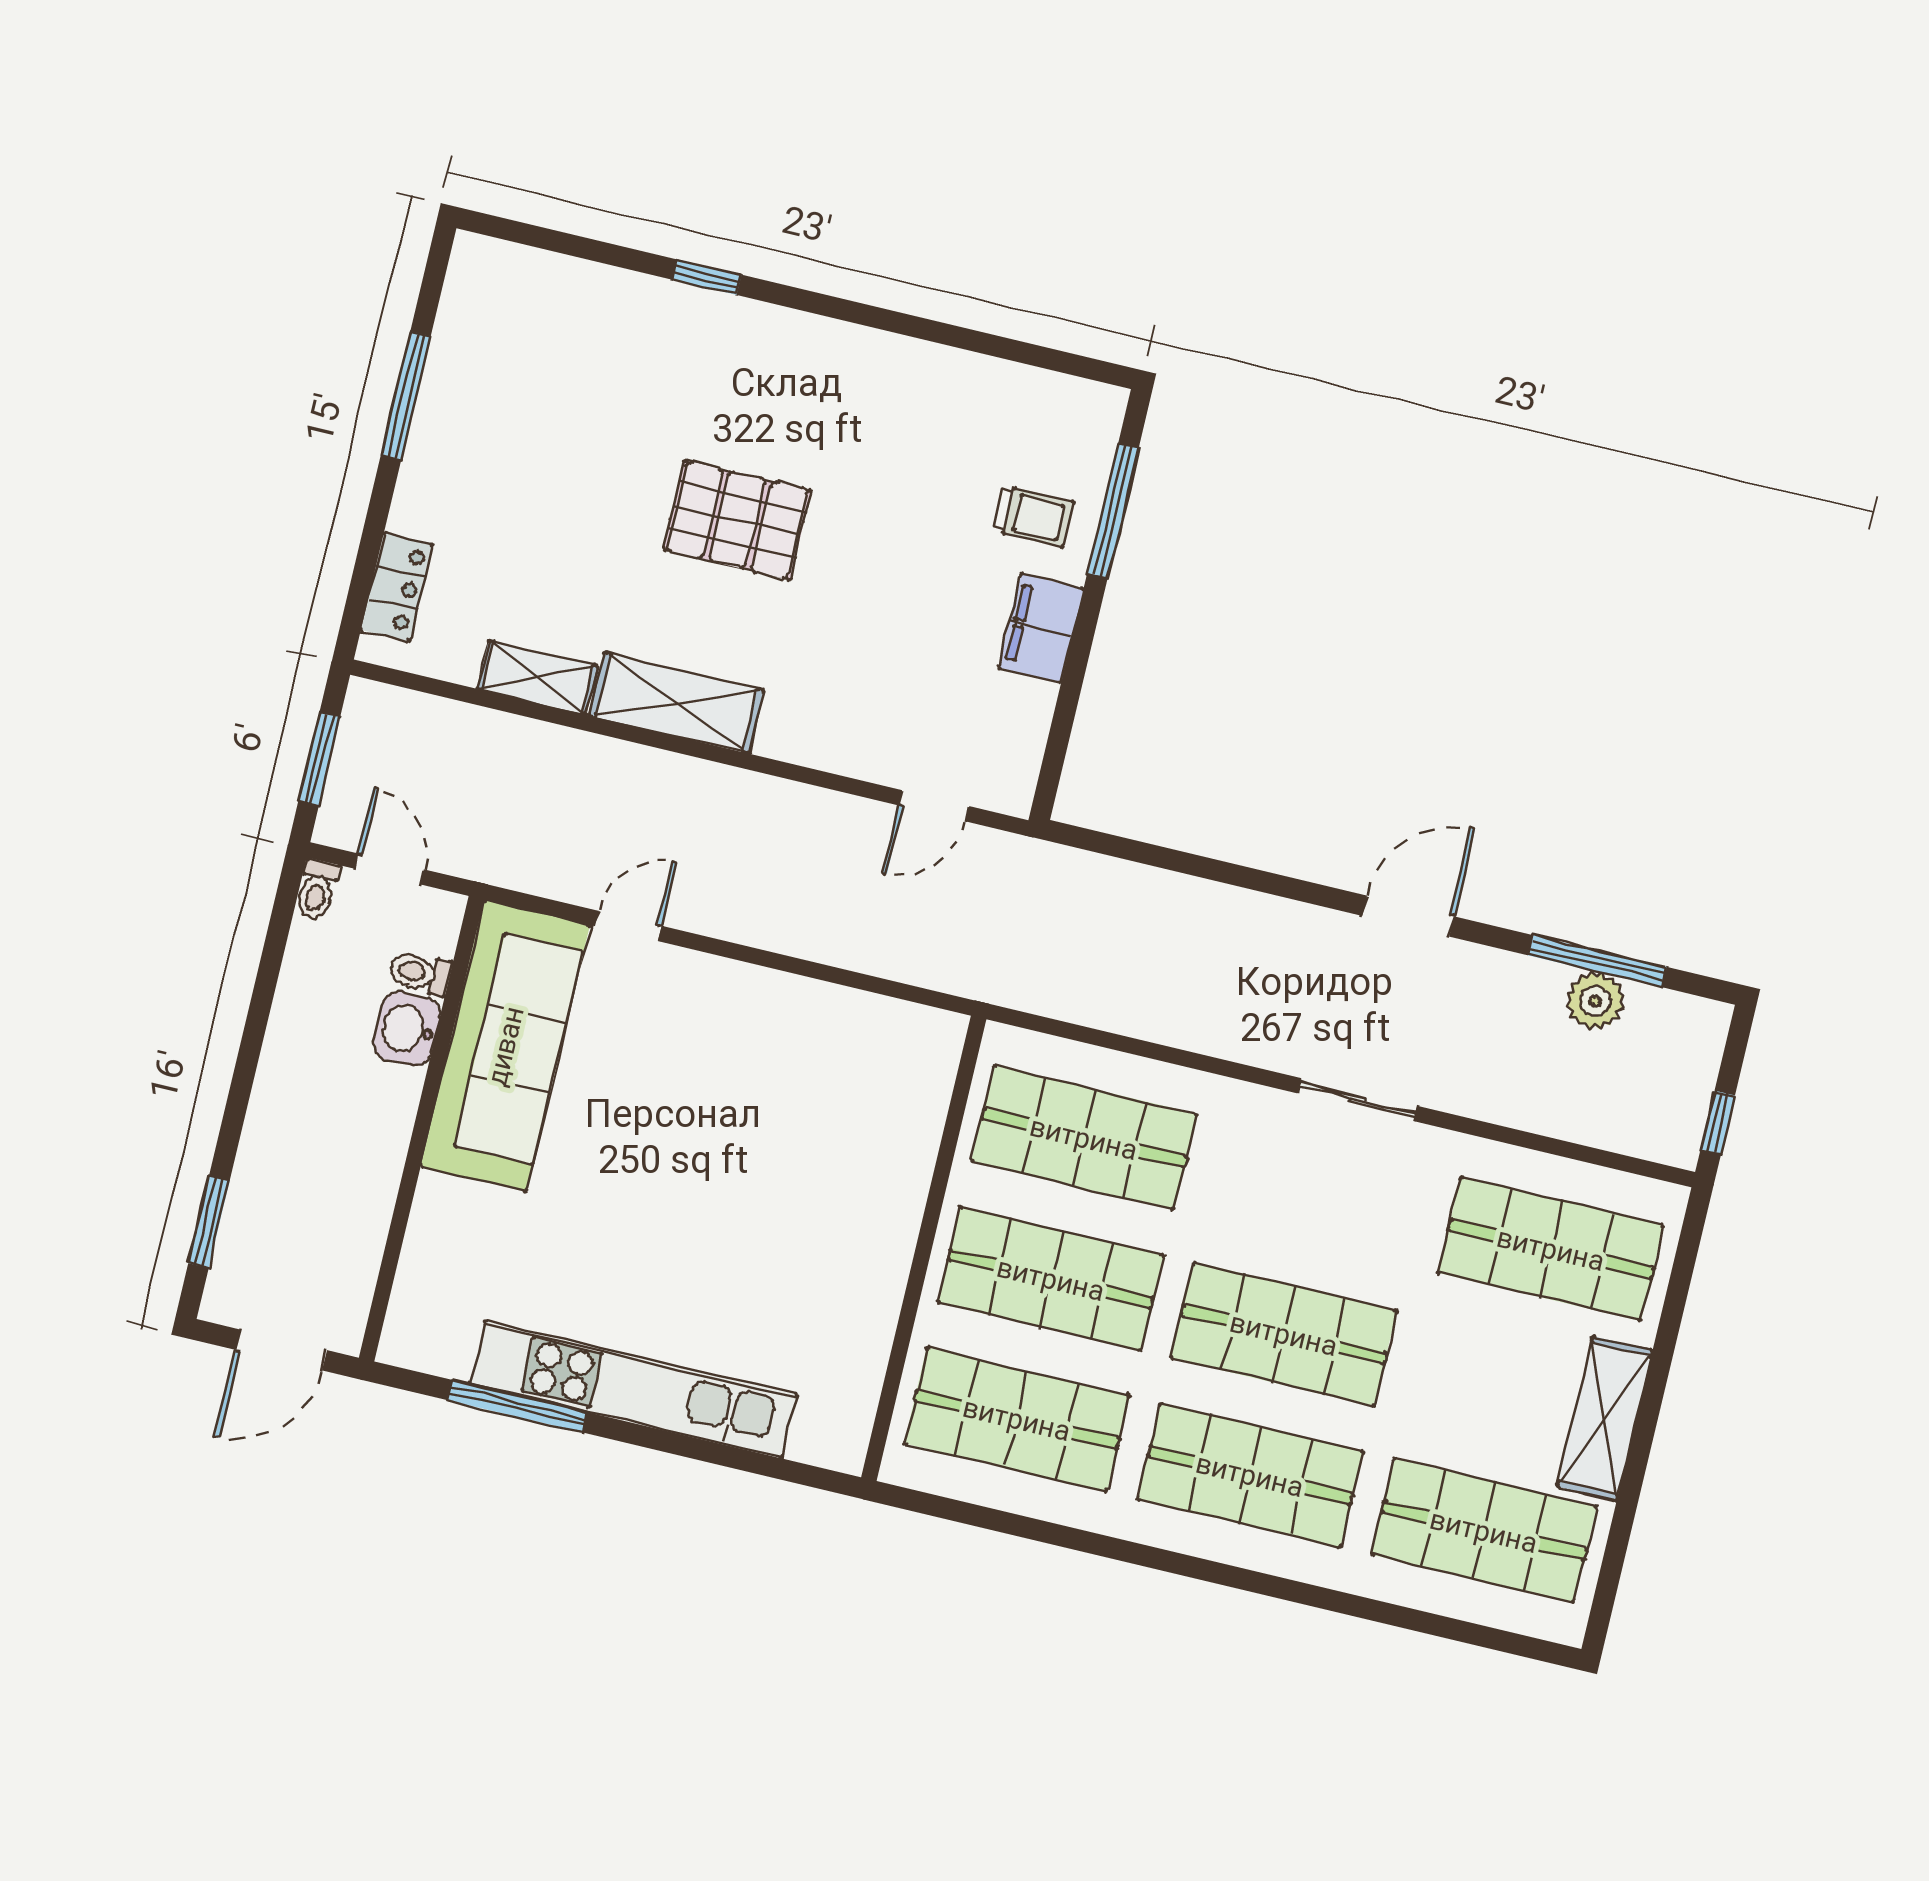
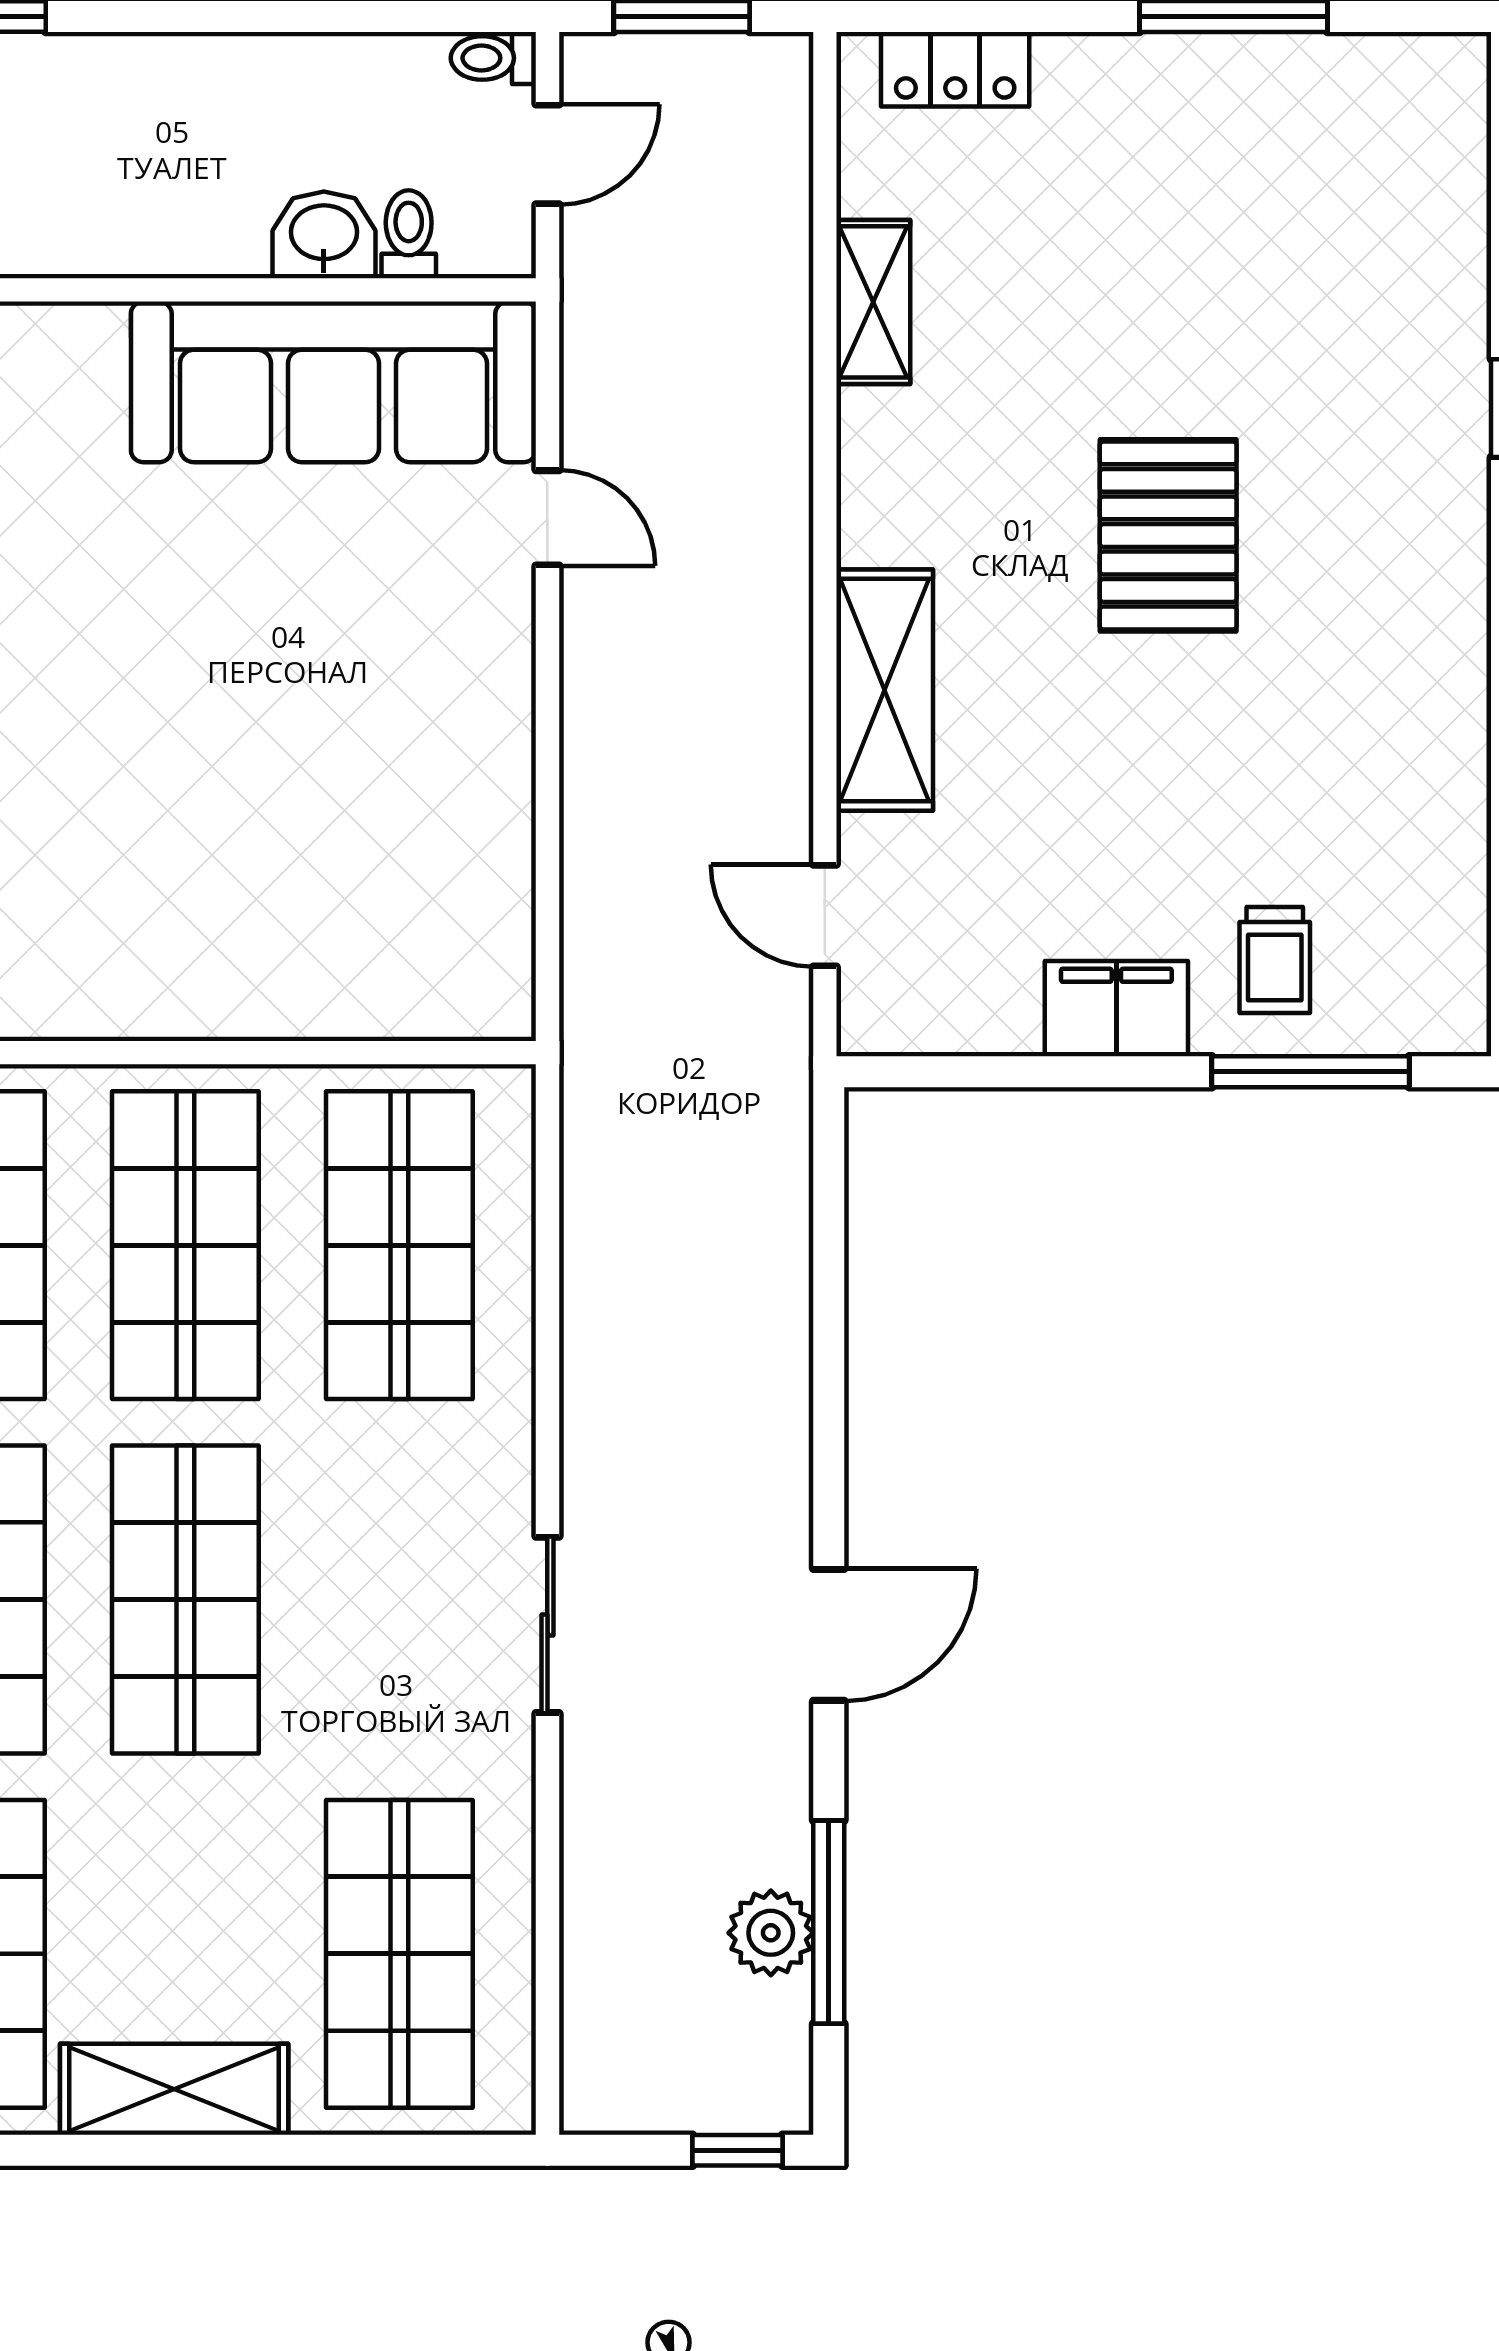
shelving: (677, 703) -> (885, 690), moved
door: (1408, 916) -> (829, 1635), hinge flipped
window: (1718, 1123) -> (737, 2150), moved

